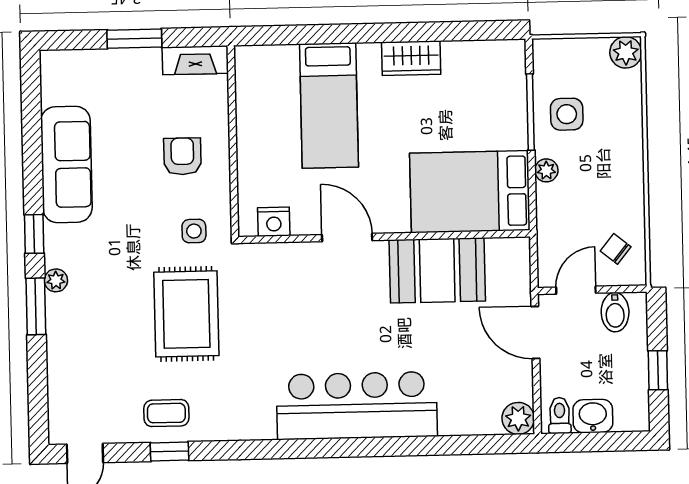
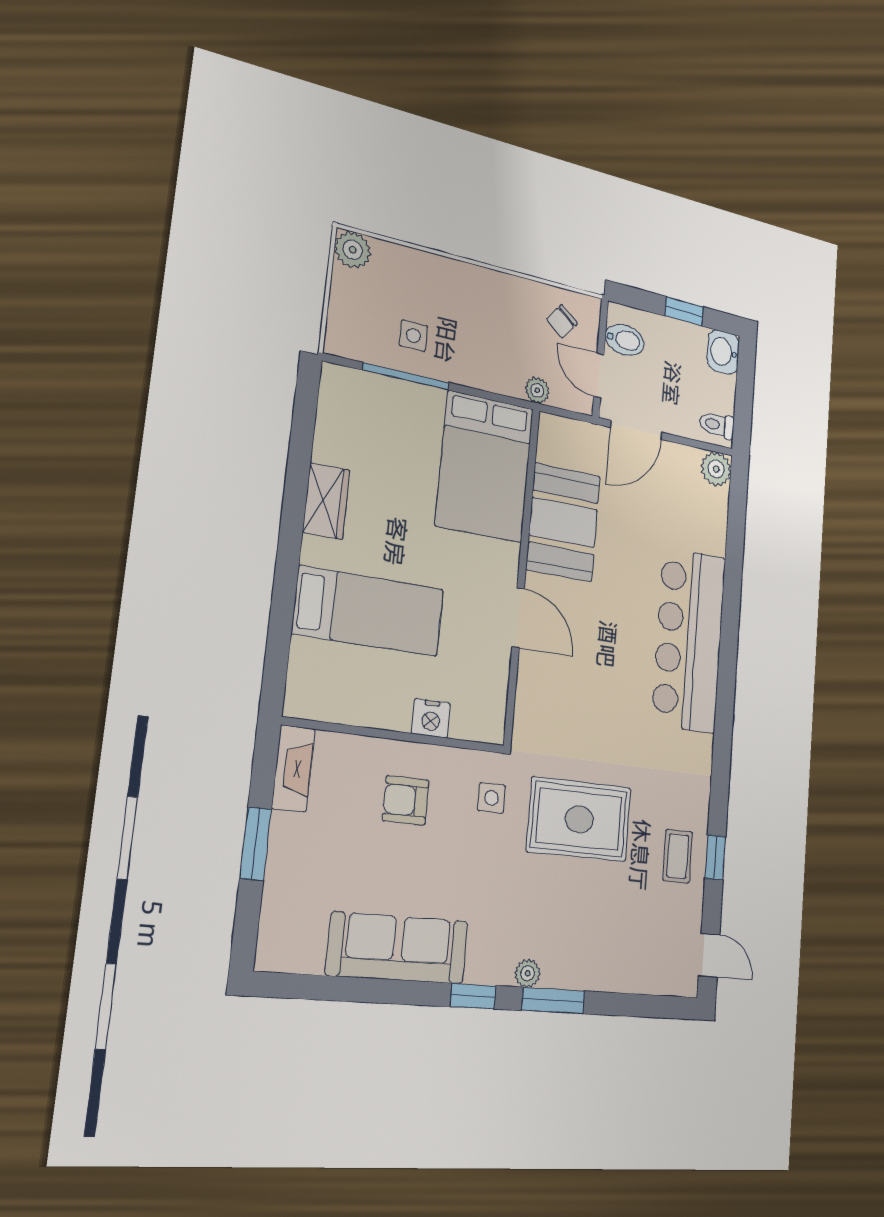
side table: (567, 114) -> (413, 336), width x0.73, depth x0.73
plant: (546, 170) -> (537, 390), moved
nightstand: (274, 222) -> (431, 718), moved, turned 90
door: (347, 238) -> (518, 618), swing flipped
washbasin: (593, 416) -> (723, 352), moved

